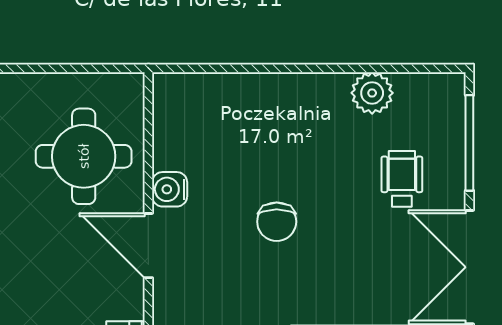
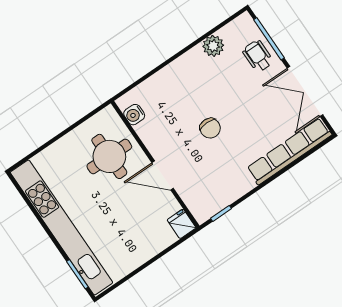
wheelchair: (402, 179) -> (258, 56), moved
water cooler: (170, 189) -> (134, 115), moved

